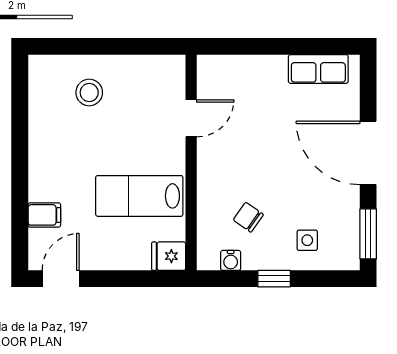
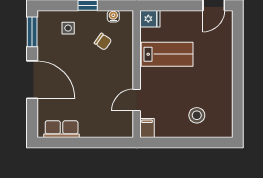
filing cabinet: (44, 215) -> (147, 128), moved, turned 90

